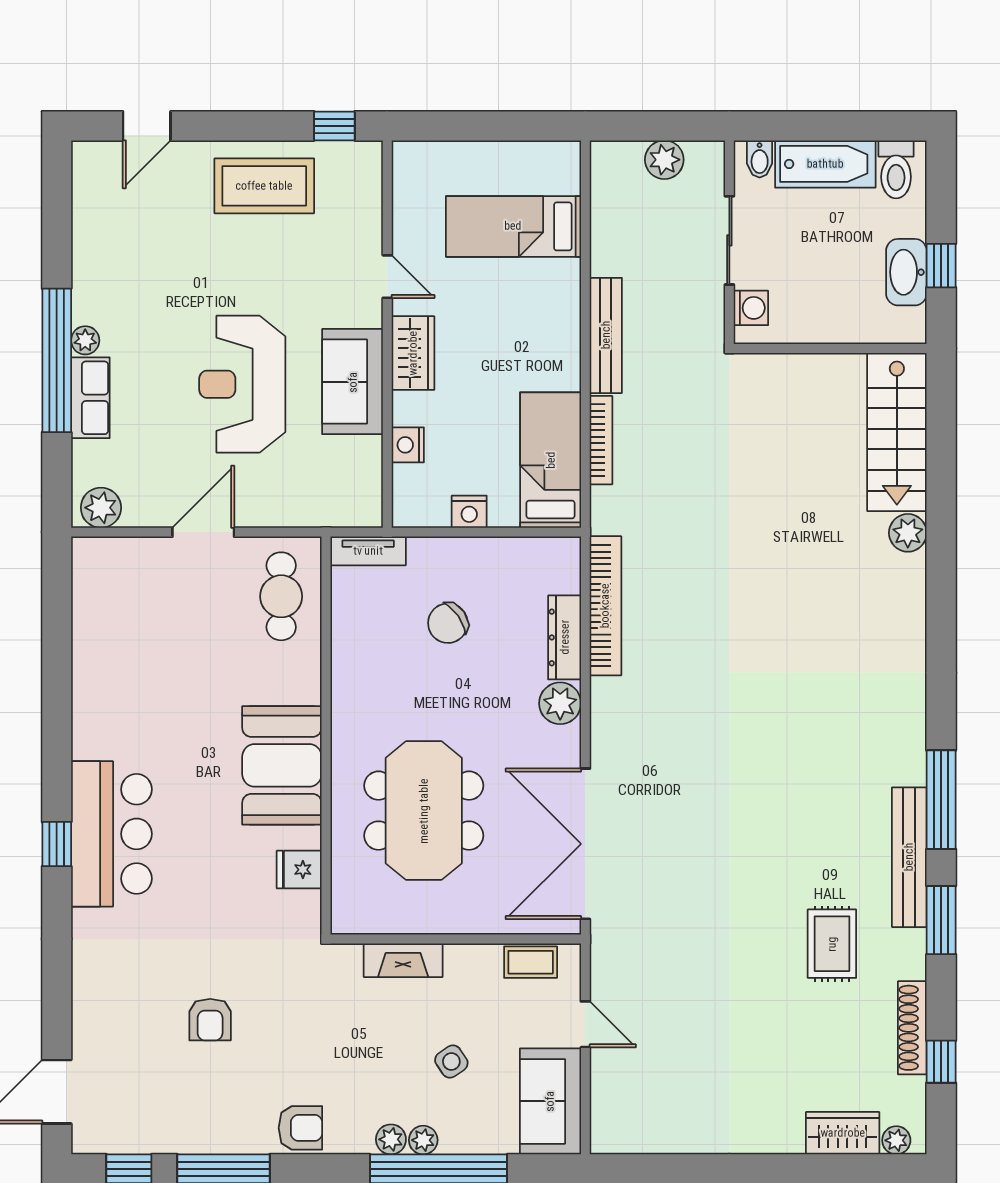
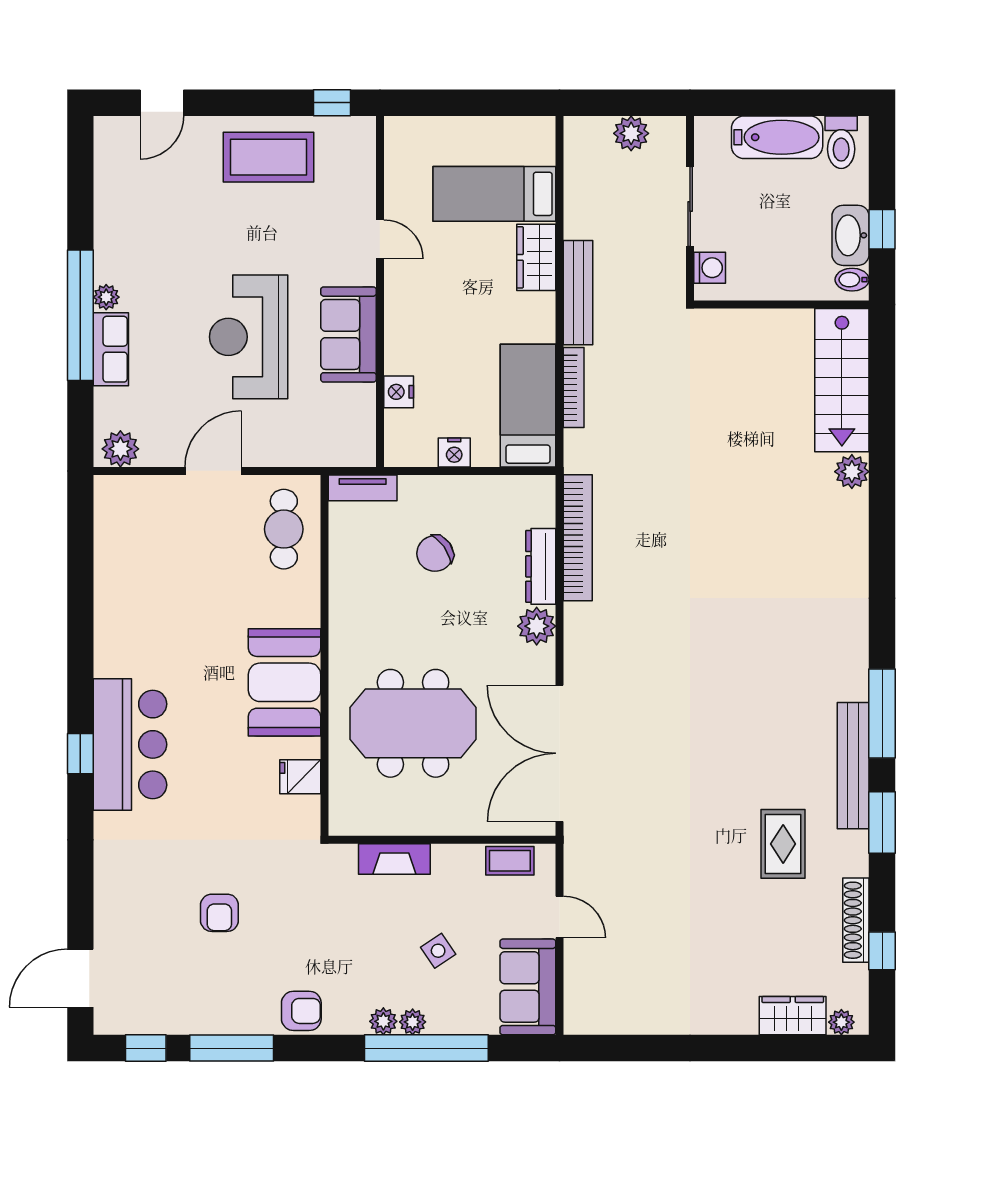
bidet: (760, 159) -> (852, 280), moved, turned 90
wardrobe: (413, 353) -> (536, 257), moved, turned 180
meeting table: (424, 811) -> (413, 723), turned 90

